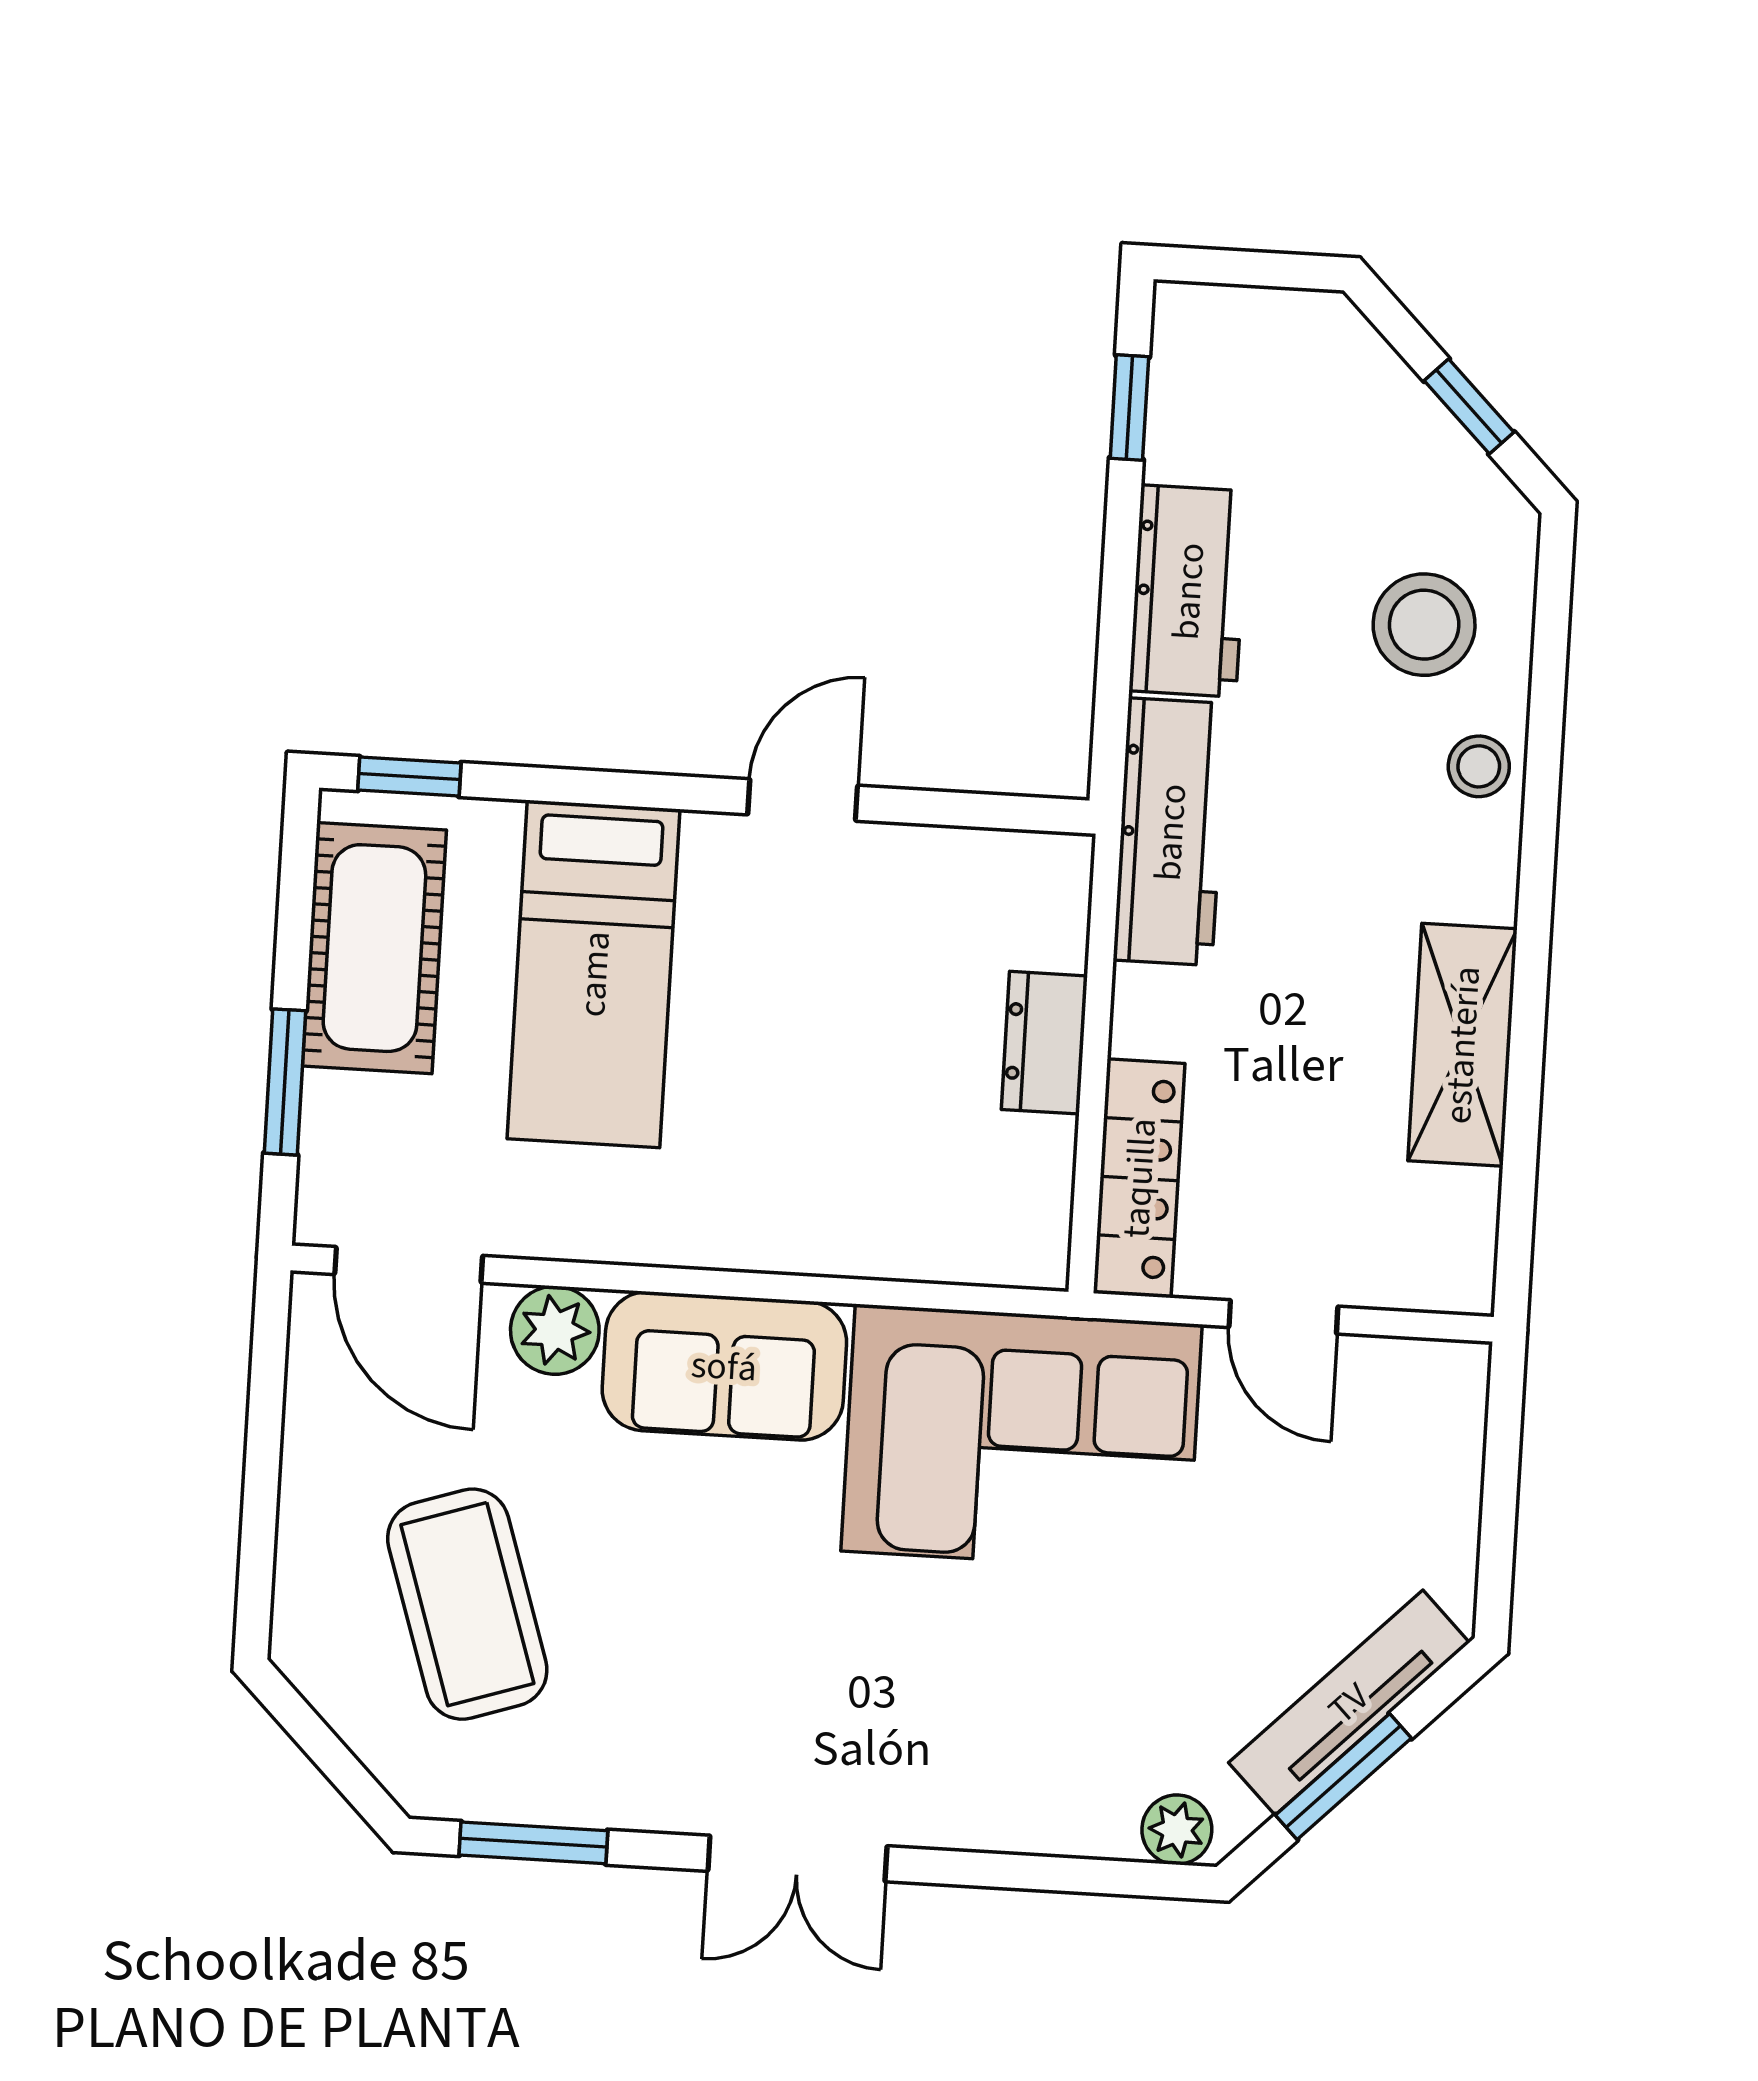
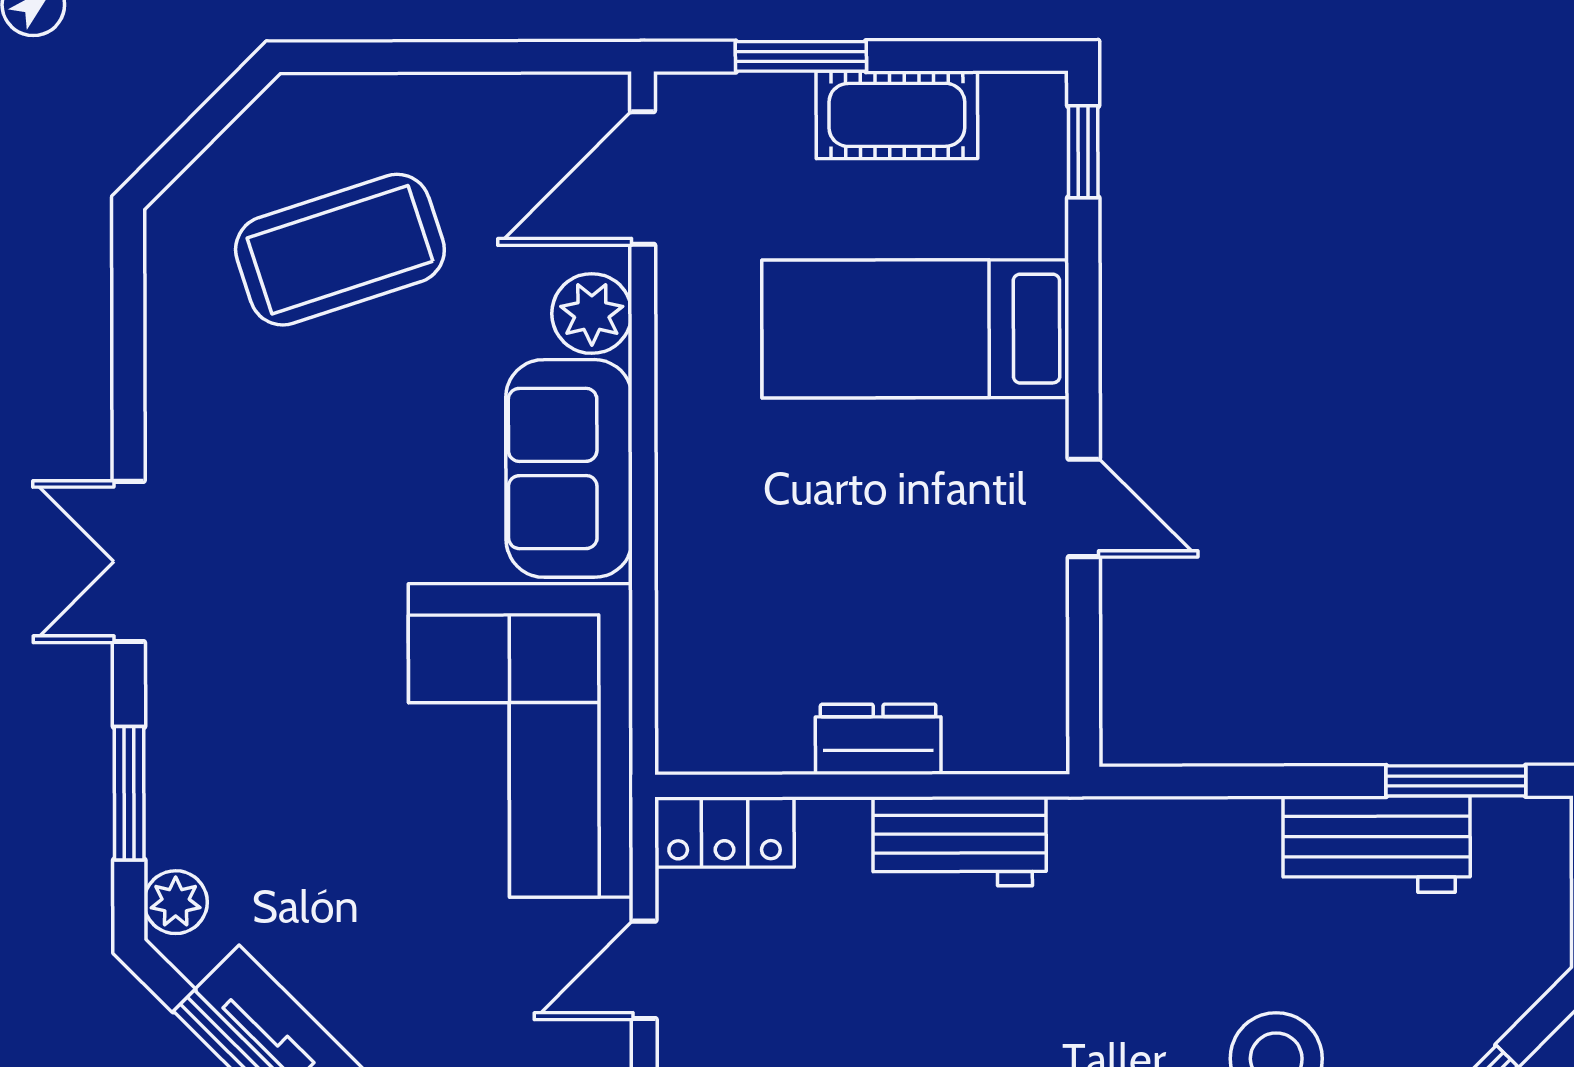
window: (1129, 408) -> (1456, 781), width x1.50
workbench: (1188, 591) -> (1377, 844), moved
workbench: (1170, 832) -> (960, 841), moved, width x0.73
cot: (374, 948) -> (897, 115), width x0.73, depth x0.75
locker: (1139, 1178) -> (724, 832), width x0.66
window: (533, 1843) -> (129, 793), moved

